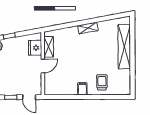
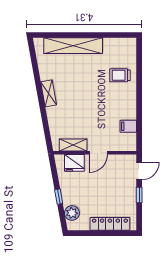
door: (43, 66) -> (98, 153), swing flipped
filing cabinet: (82, 89) -> (128, 126), moved

